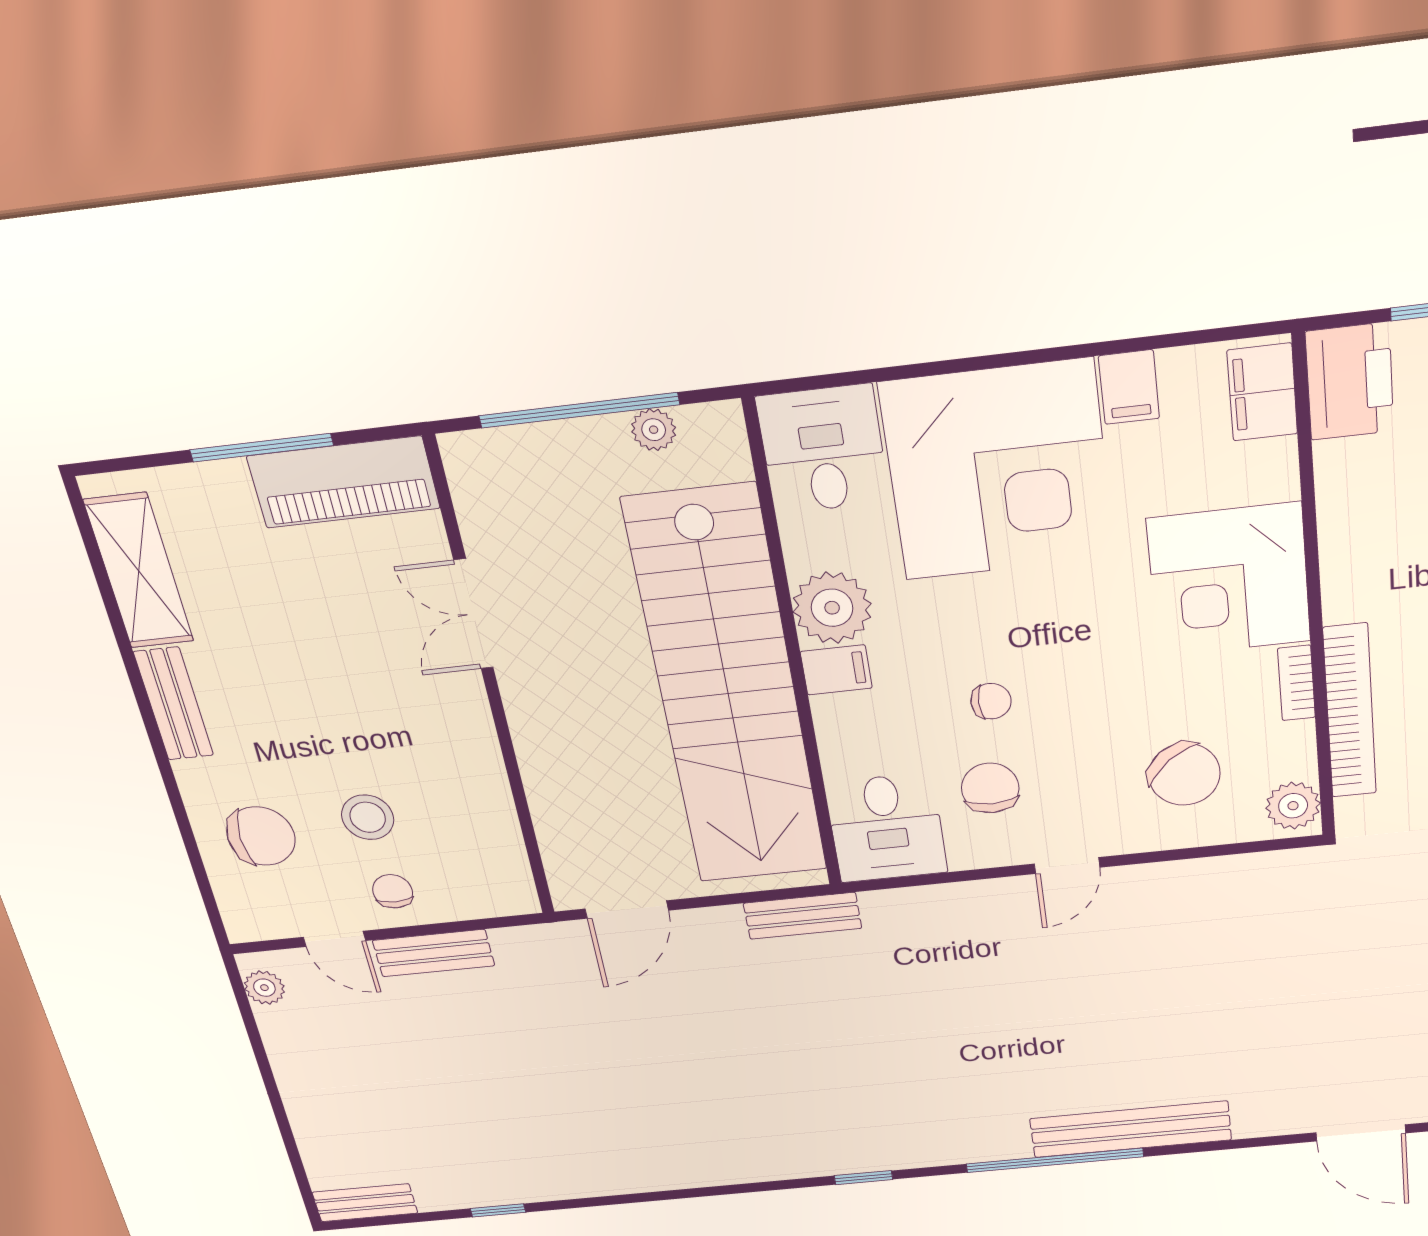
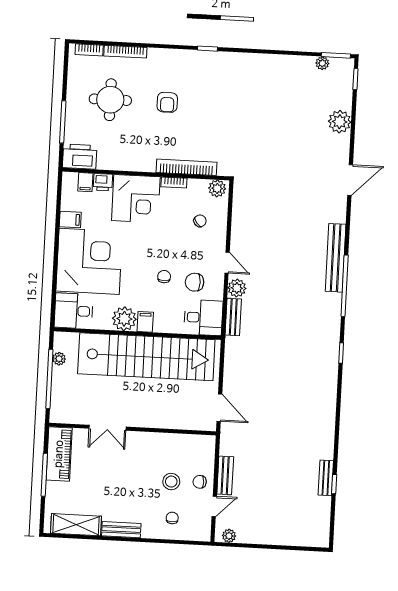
filing cabinet: (1262, 392) -> (85, 182), width x0.50
printer: (1271, 471) -> (103, 182), added
chair: (1184, 774) -> (200, 221), width x0.54, depth x0.54
chair: (261, 836) -> (172, 518), width x0.54, depth x0.54
plant: (995, 902) -> (237, 288), added
bench: (803, 916) -> (233, 317), moved
bench: (365, 1203) -> (326, 478), moved

